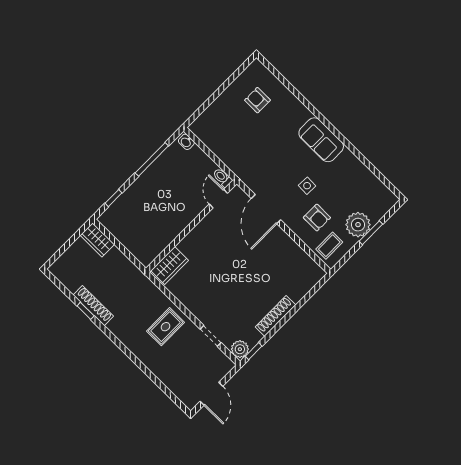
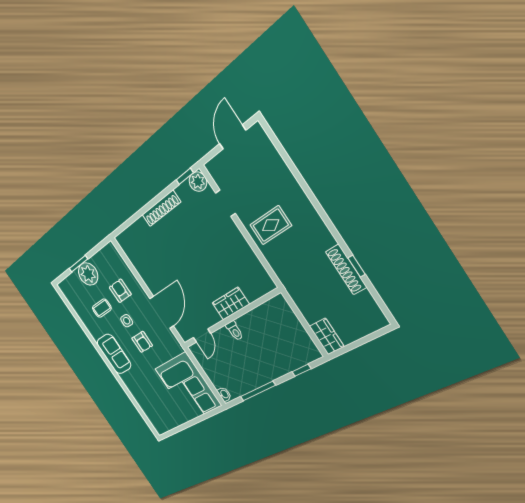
armchair: (257, 100) -> (142, 342), moved
corner sofa: (228, 134) -> (188, 387), added
toilet: (222, 178) -> (235, 331), moved
coffee table: (329, 246) -> (102, 308), moved
wardrobe: (170, 265) -> (231, 304), moved

